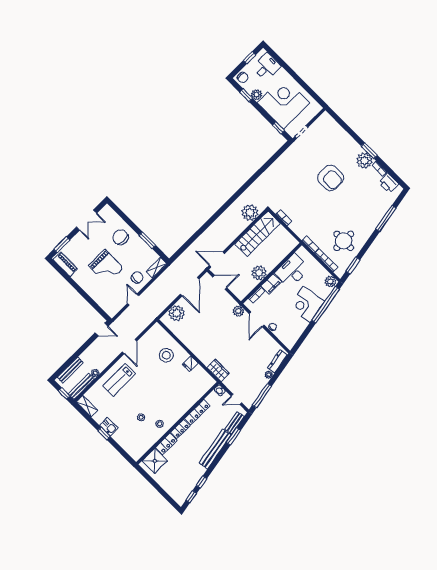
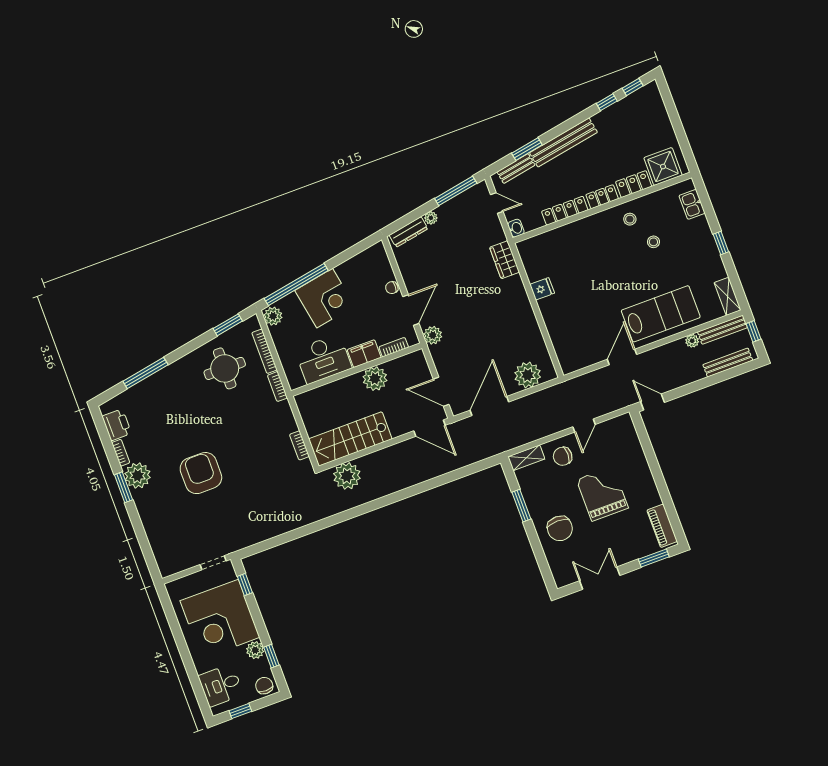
stool: (166, 355) -> (572, 318), removed
lab bench: (119, 380) -> (661, 314), width x1.36, depth x1.39
kitchen sink: (109, 427) -> (692, 204), moved

